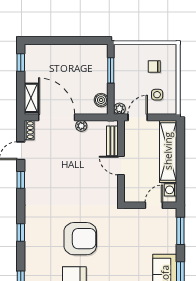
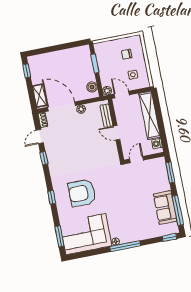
door: (138, 117) -> (122, 94), hinge flipped
door: (154, 205) -> (137, 160), moved
armchair: (80, 239) -> (82, 193), moved, turned 180

